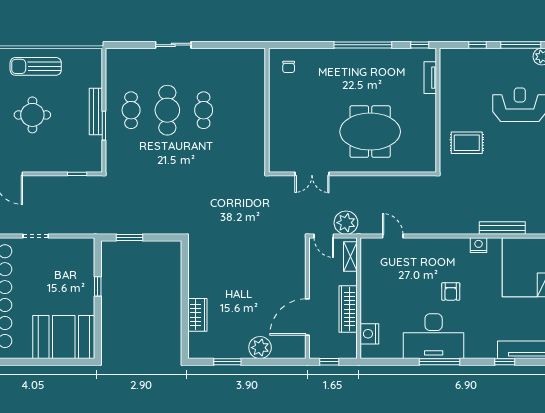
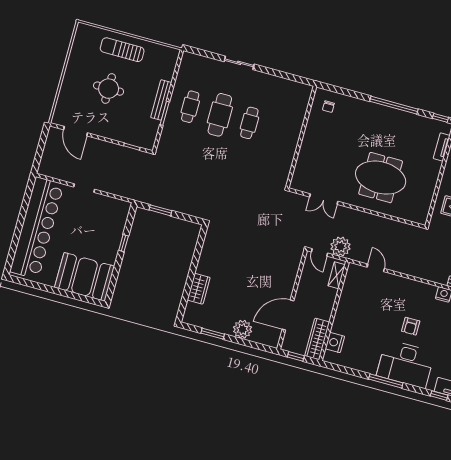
wardrobe: (348, 309) -> (317, 339), moved
desk: (434, 336) -> (406, 364), moved

